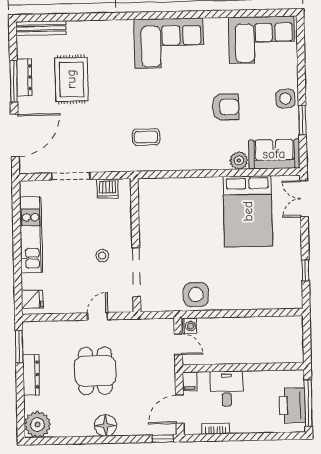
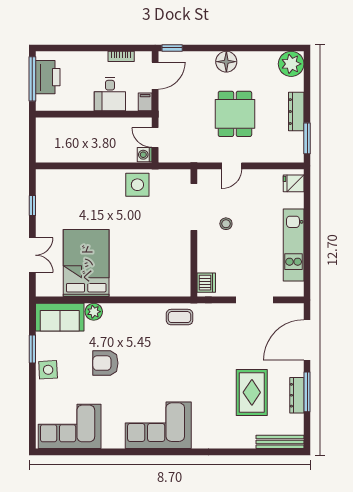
coffee table: (146, 137) -> (180, 317), moved
dishwasher: (107, 188) -> (206, 283), moved, turned 90
double door: (304, 199) -> (32, 255), moved

